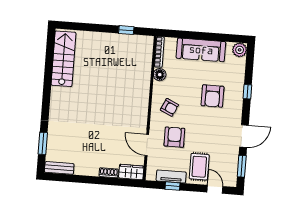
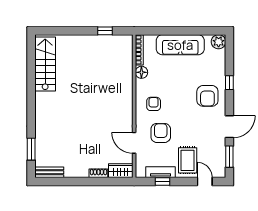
armchair: (212, 96) -> (207, 96), moved
armchair: (169, 107) -> (154, 104), turned -115

